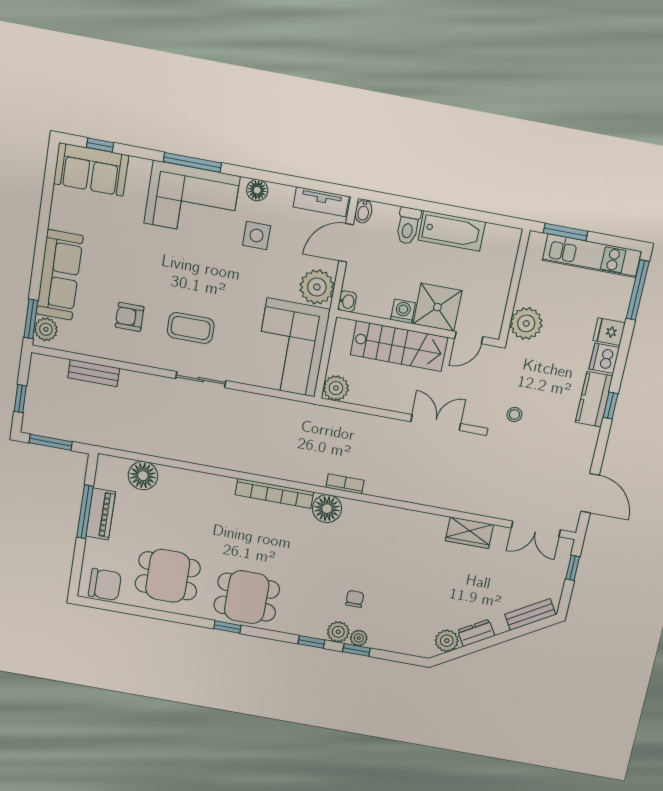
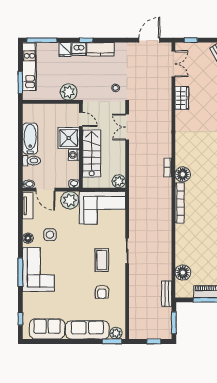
sofa: (91, 169) -> (47, 329), moved, turned -90
bench: (94, 373) -> (167, 294), moved
window: (611, 405) -> (86, 40), moved

